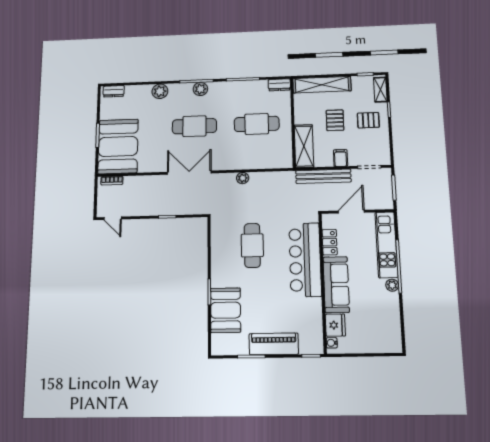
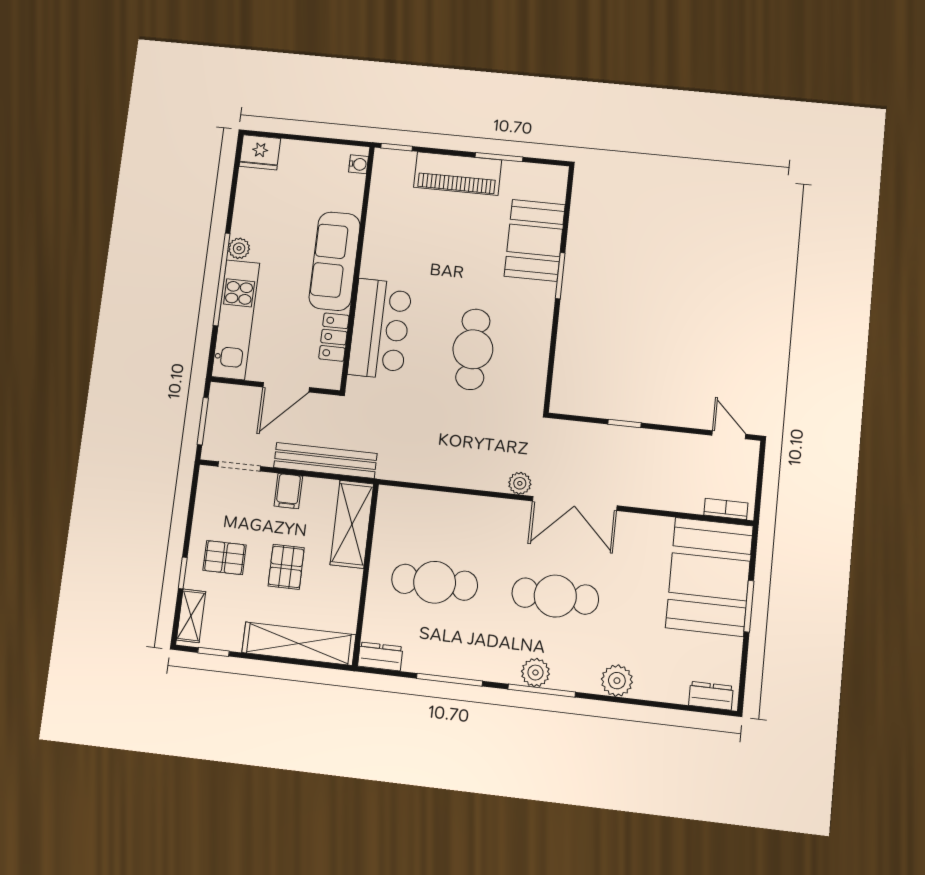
plant: (243, 178) -> (520, 483), moved
bar counter: (305, 260) -> (380, 329), width x0.73
fridge: (335, 325) -> (260, 152), moved, turned -90

